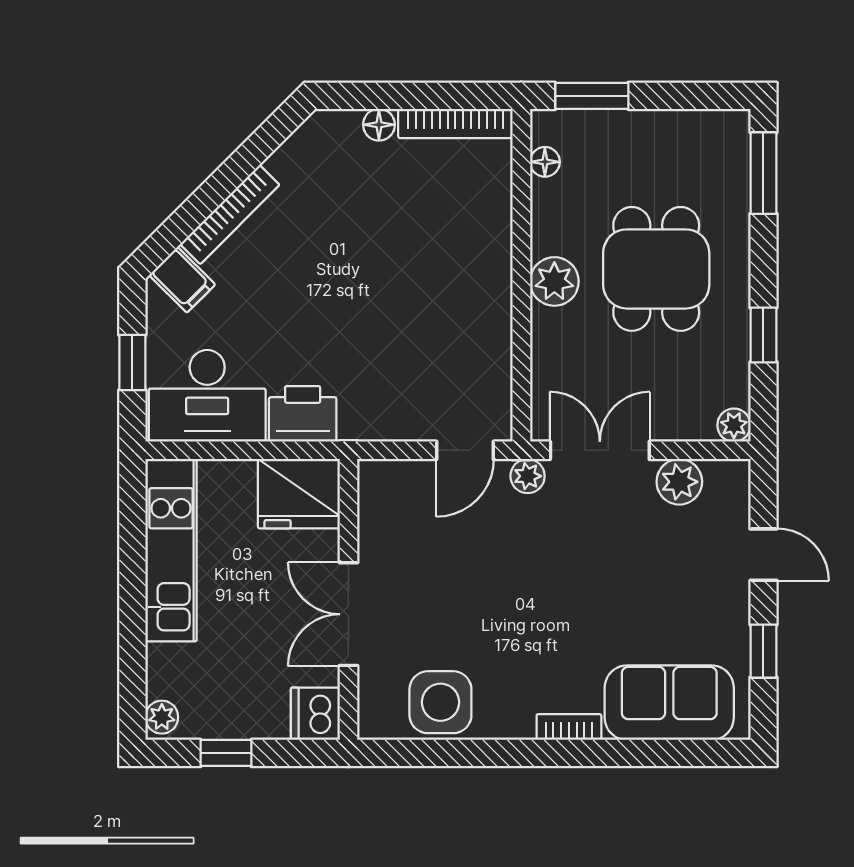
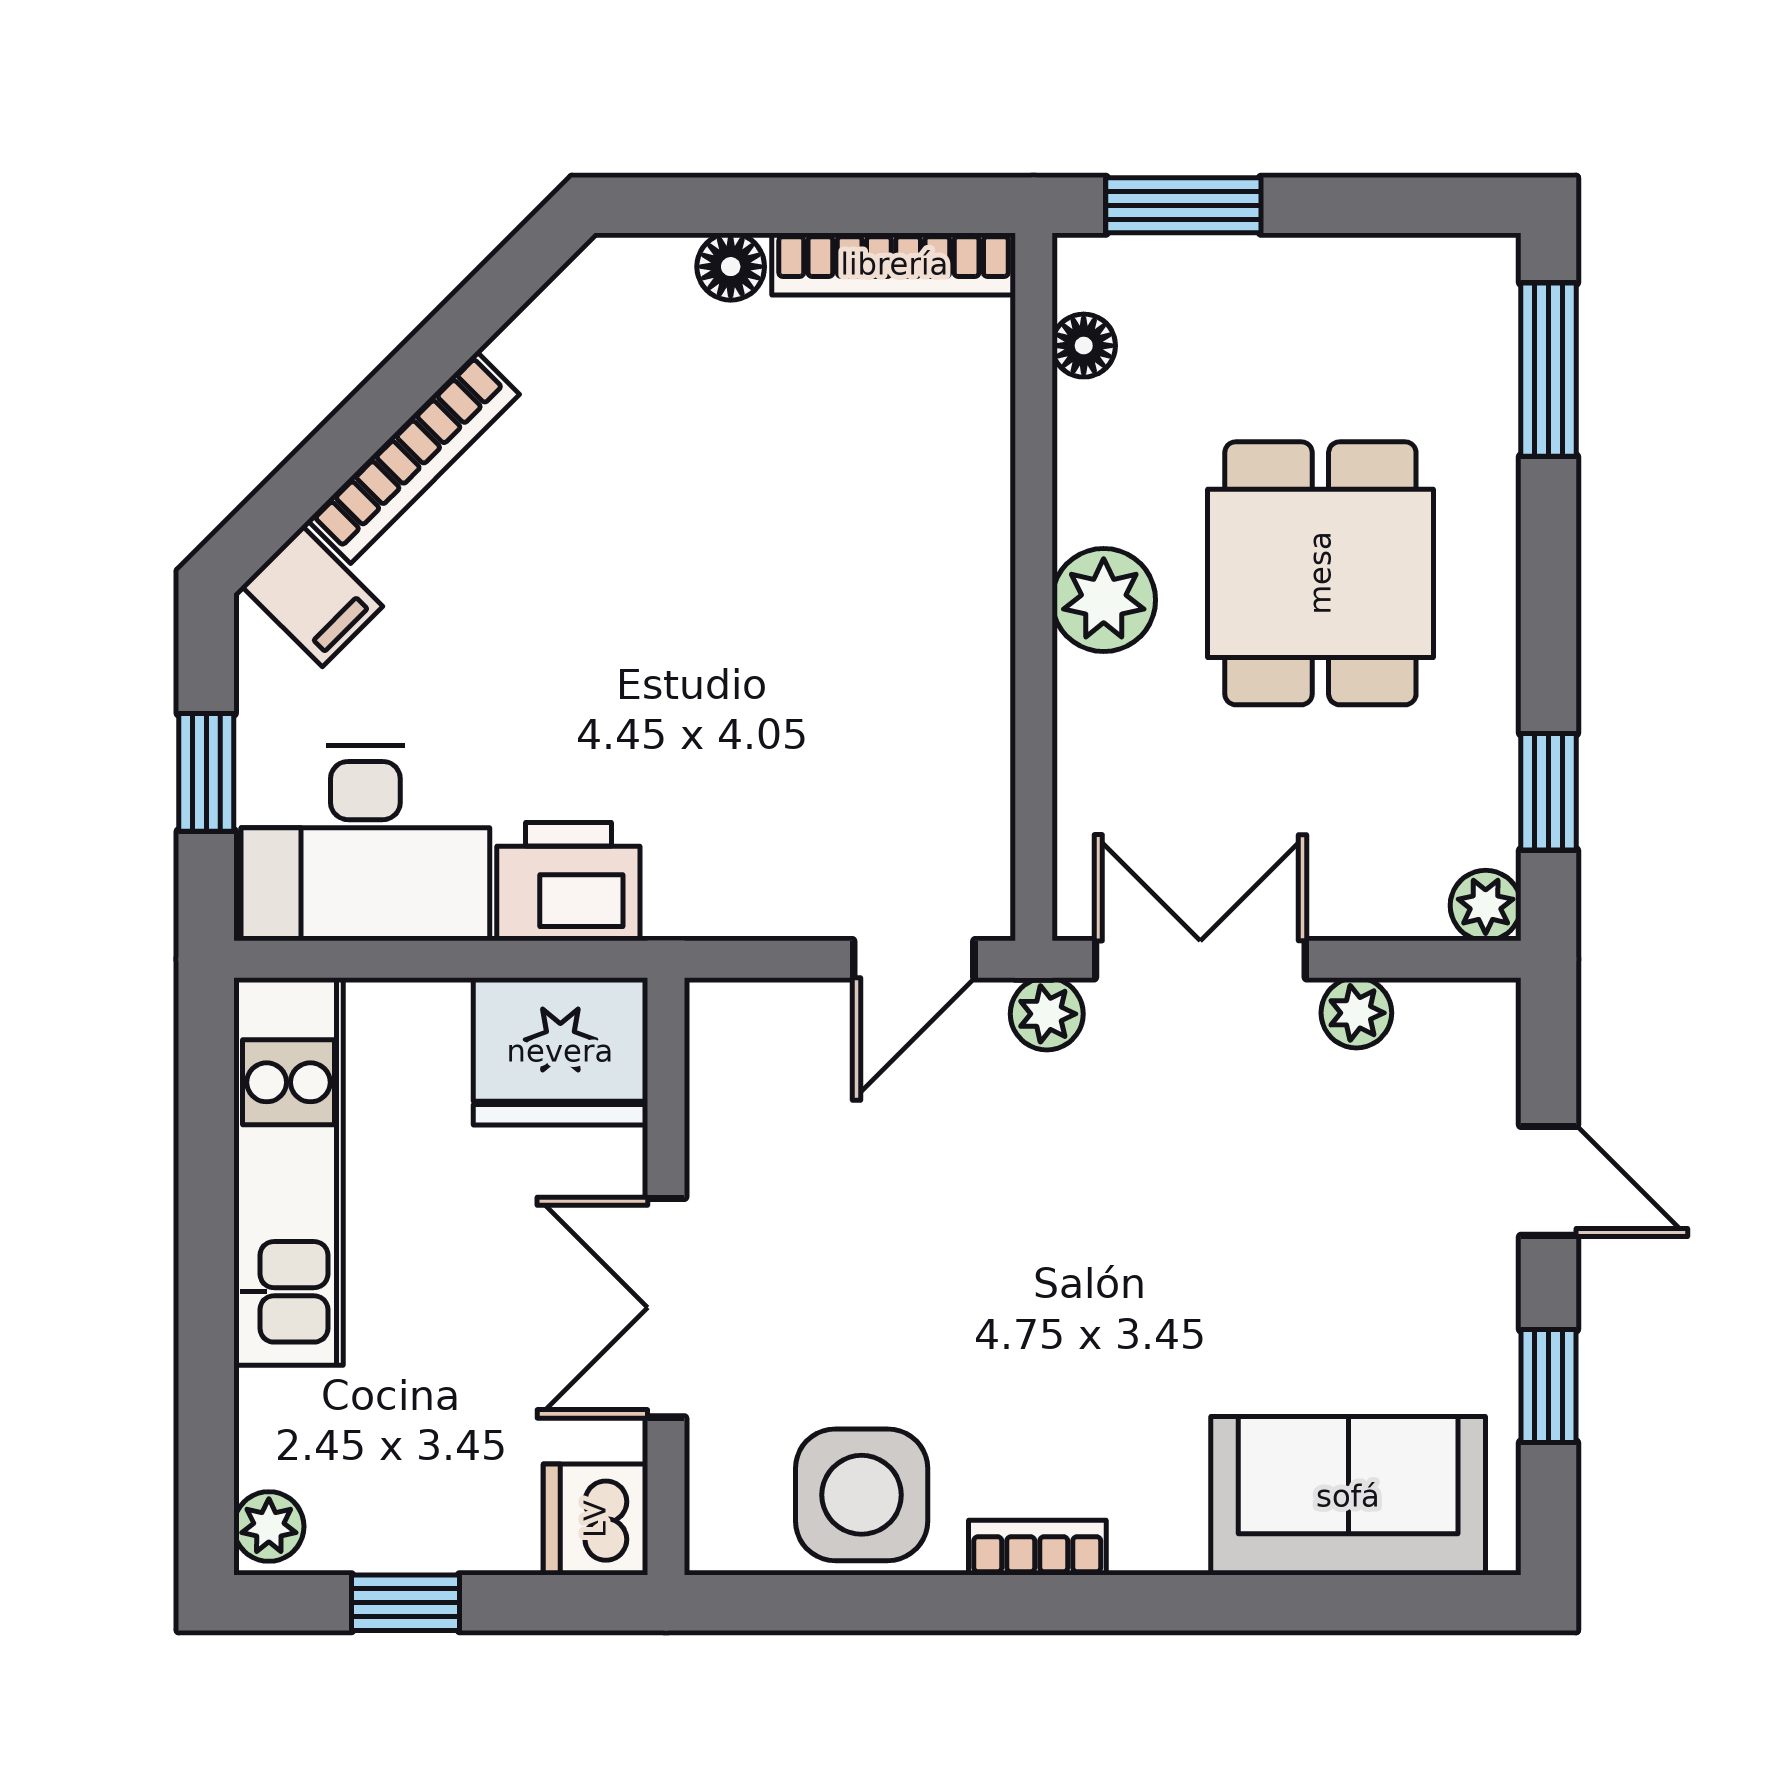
window: (763, 335) -> (1548, 792), moved
plant: (679, 482) -> (1356, 1013), width x0.73, depth x0.73
bookcase: (569, 727) -> (1037, 1548), moved

